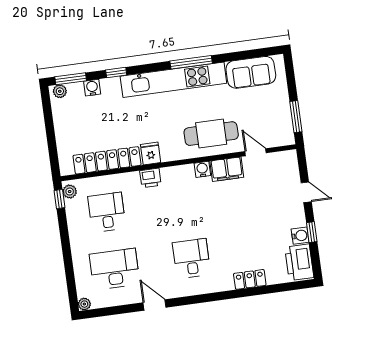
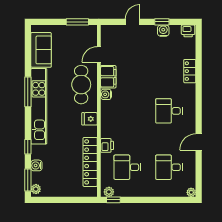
fridge: (151, 153) -> (90, 119), moved
printer: (150, 178) -> (107, 145), moved
printer: (299, 262) -> (188, 31), width x0.53, depth x0.68
desk: (115, 269) -> (169, 167), width x0.73

